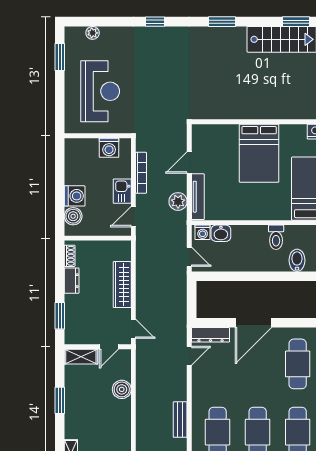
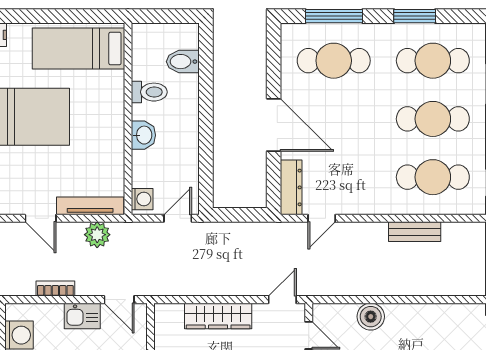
bookcase: (141, 173) -> (55, 289), width x0.64
washbasin: (221, 233) -> (143, 135), moved
door: (189, 356) -> (322, 218), swing flipped

